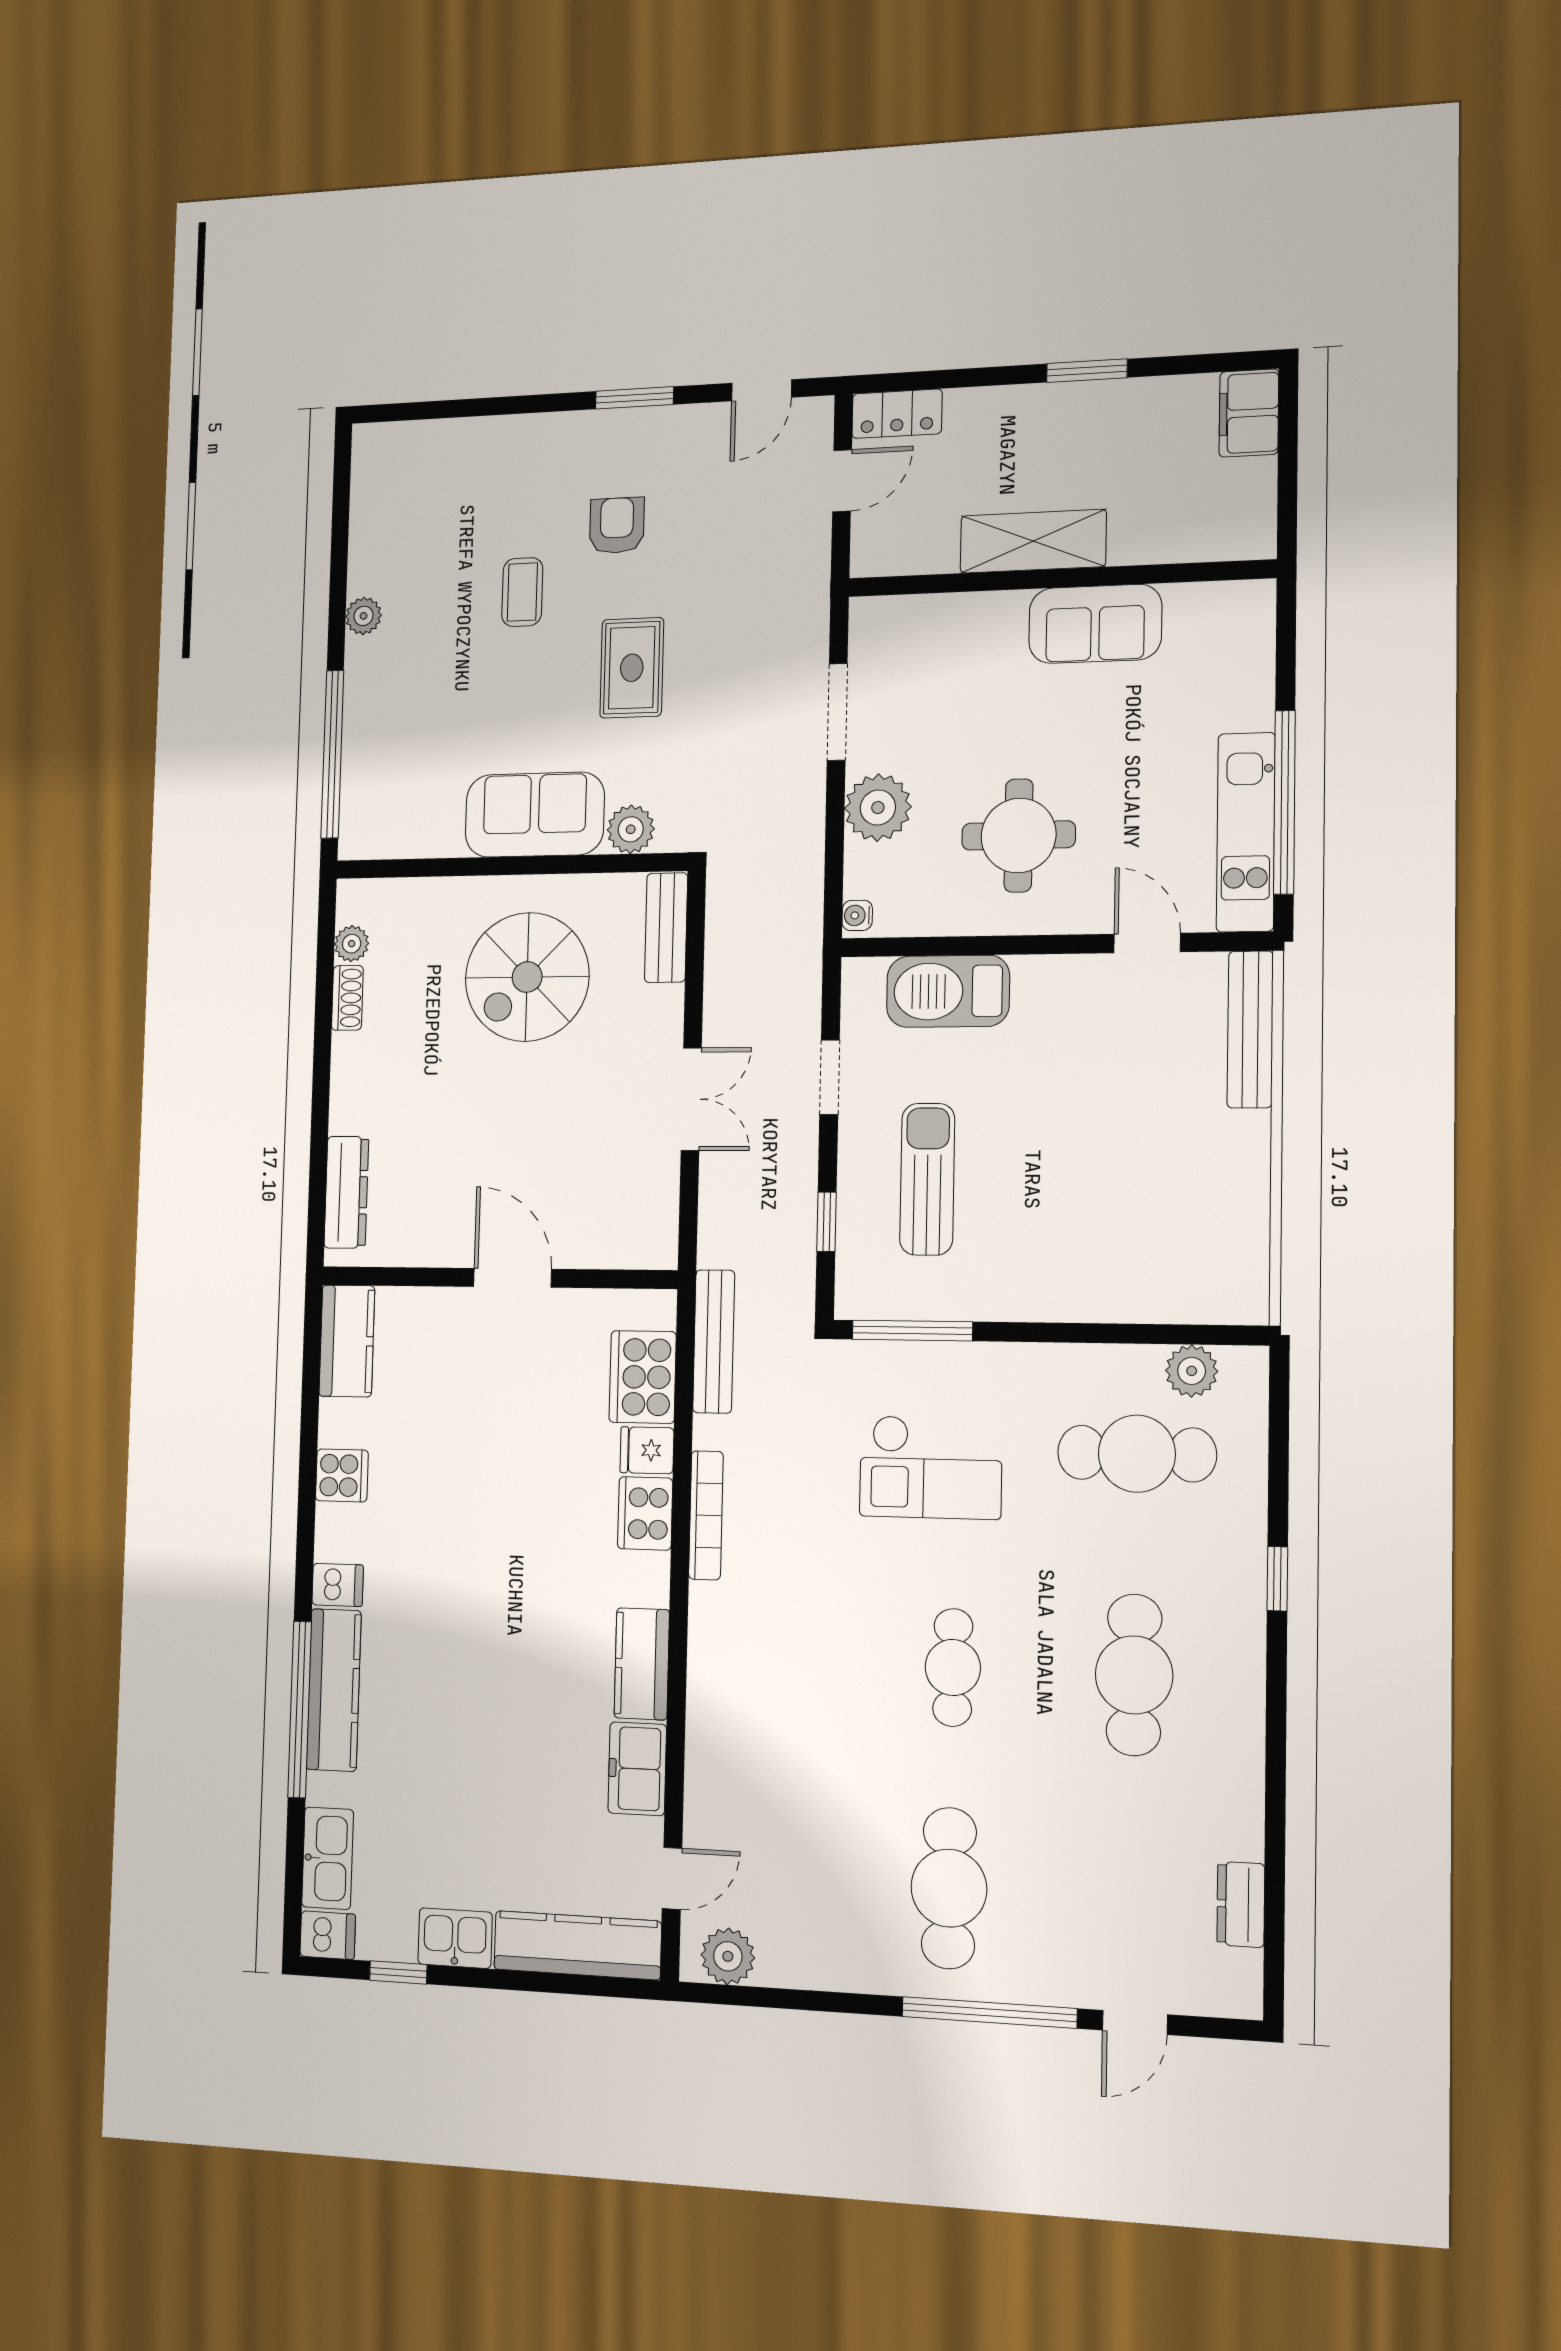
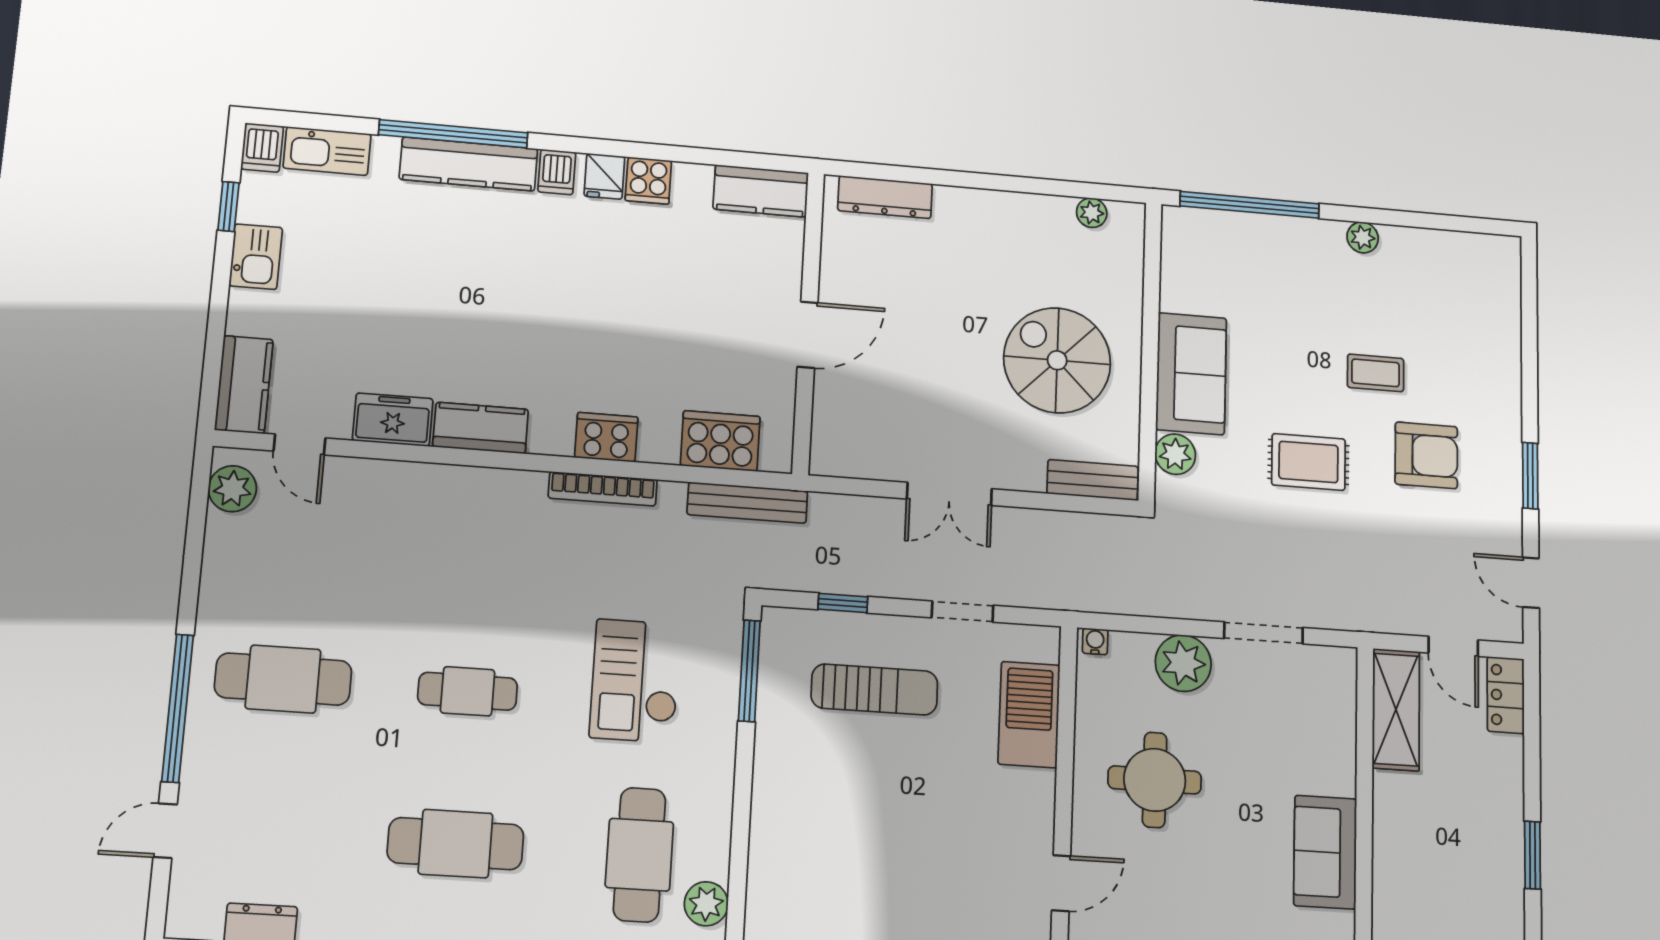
armchair: (617, 525) -> (1426, 455), width x1.38, depth x1.38
shelving: (1033, 541) -> (1396, 710), moved
shoe rack: (347, 998) -> (1047, 207), removed
fridge: (647, 1450) -> (604, 176), moved, turned 180
kitchen counter: (577, 1945) -> (244, 385), width x0.67
door: (1135, 2022) -> (165, 831), hinge flipped

